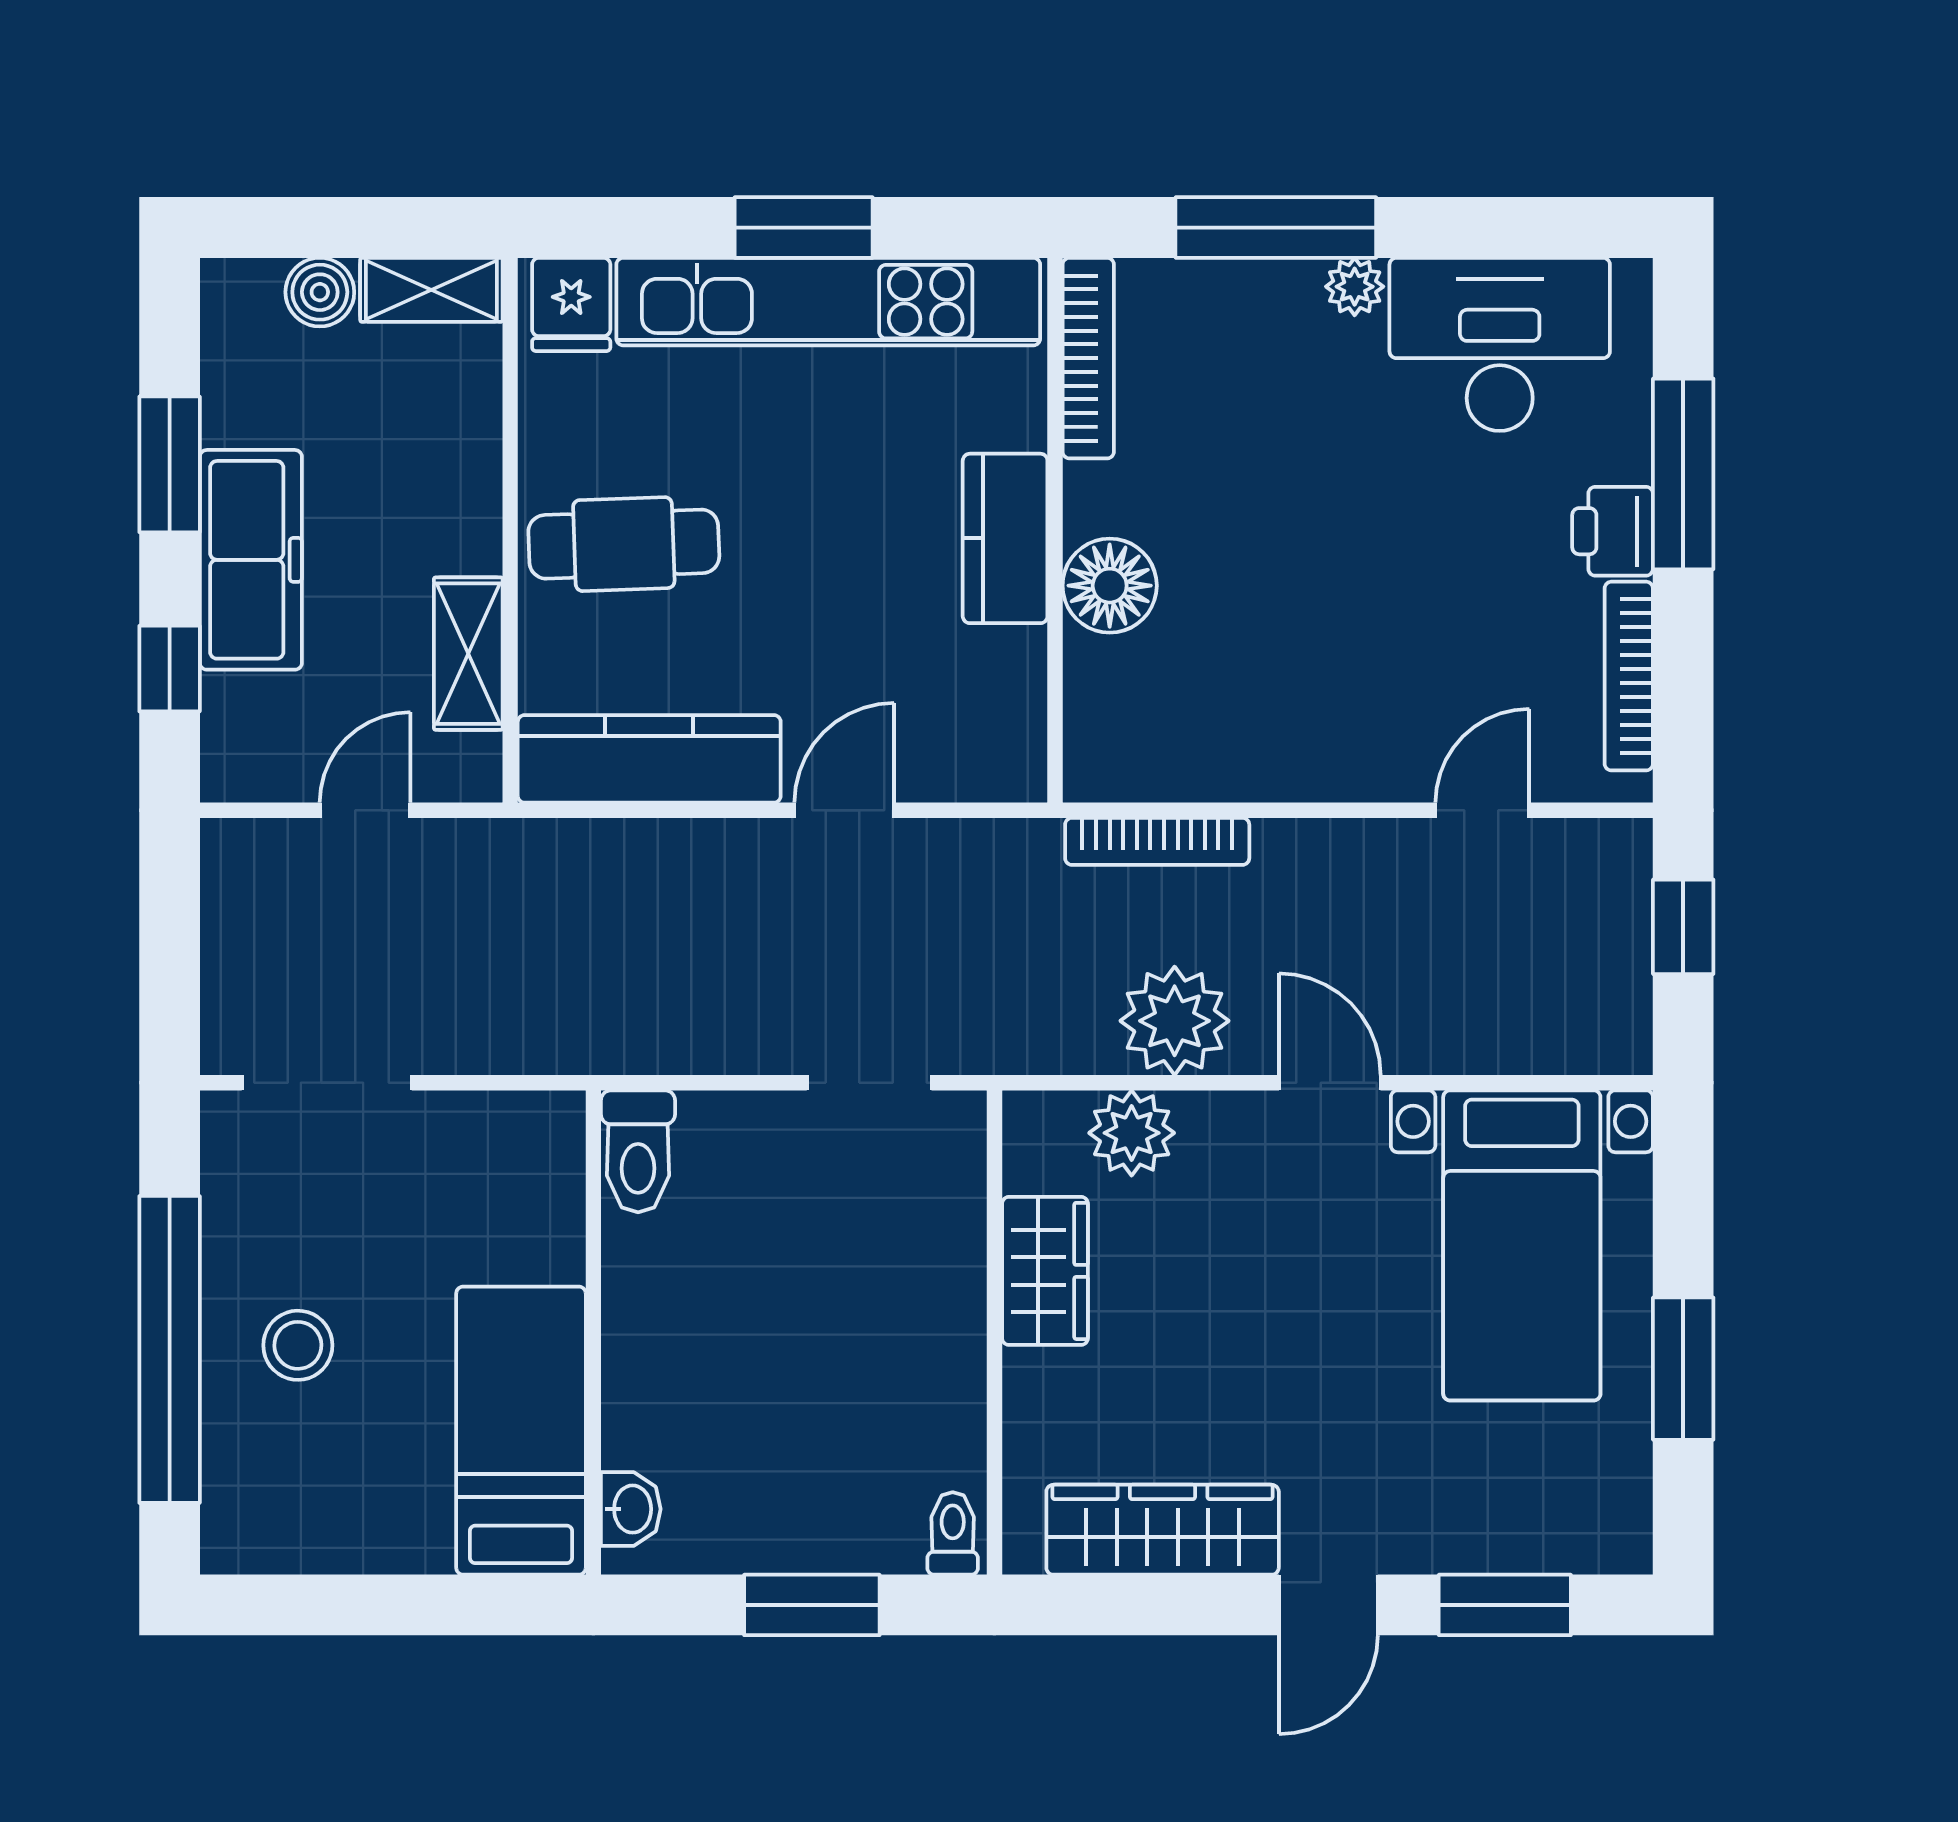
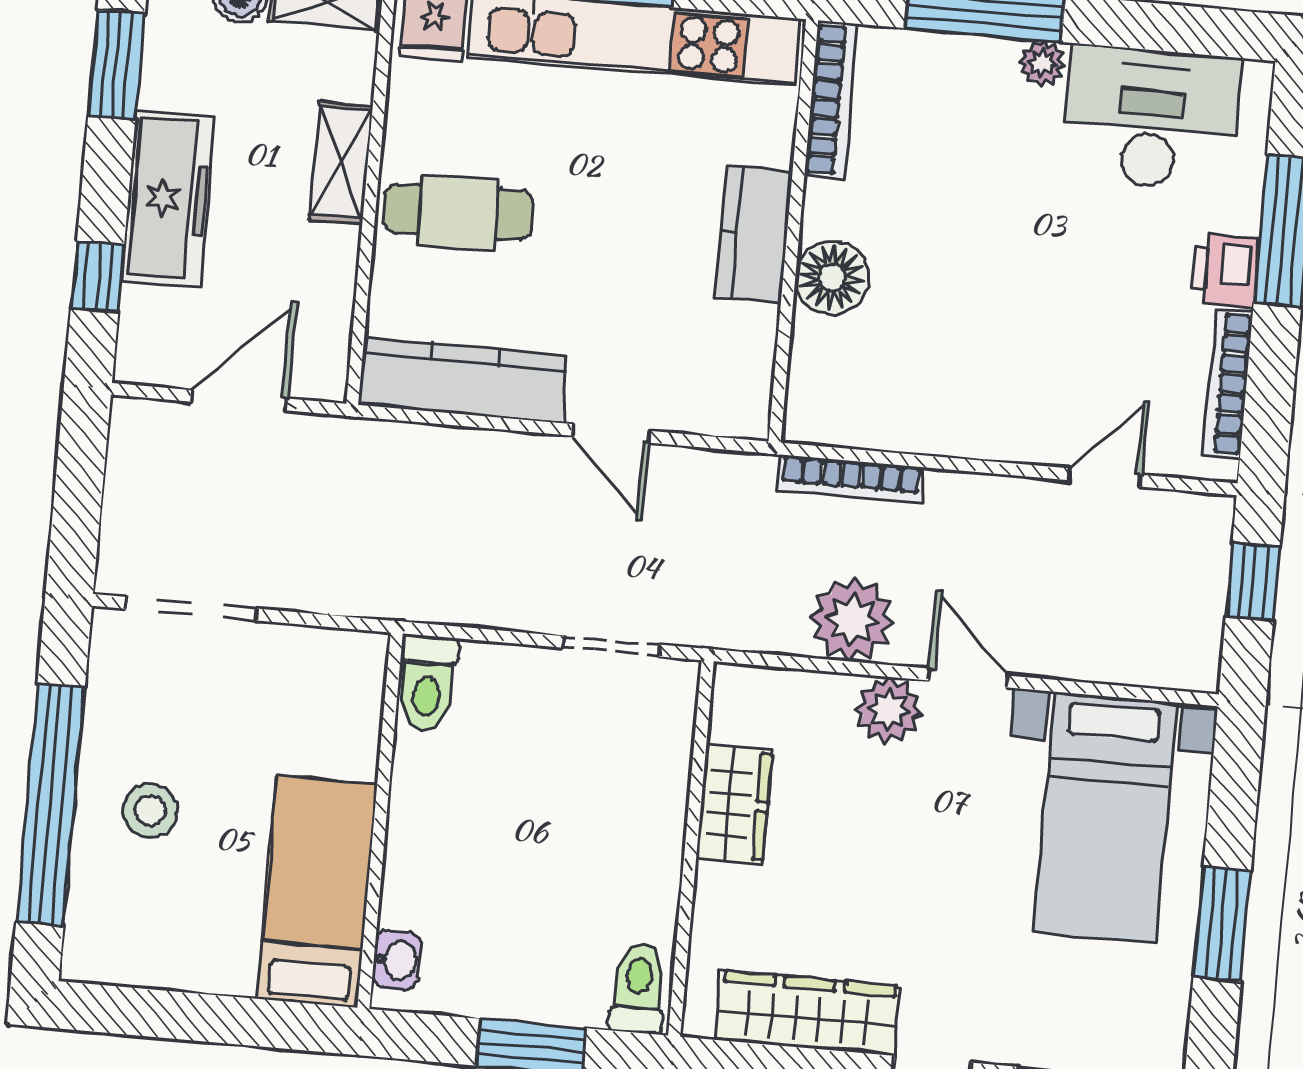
window: (170, 464) -> (116, 65), moved
shelving: (468, 654) -> (341, 163), moved
door: (365, 810) -> (239, 400), width x1.38
door: (844, 810) -> (611, 433), swing flipped
plant: (1132, 1133) -> (889, 710), moved
toilet: (953, 1533) -> (638, 988), width x1.37, depth x1.39

